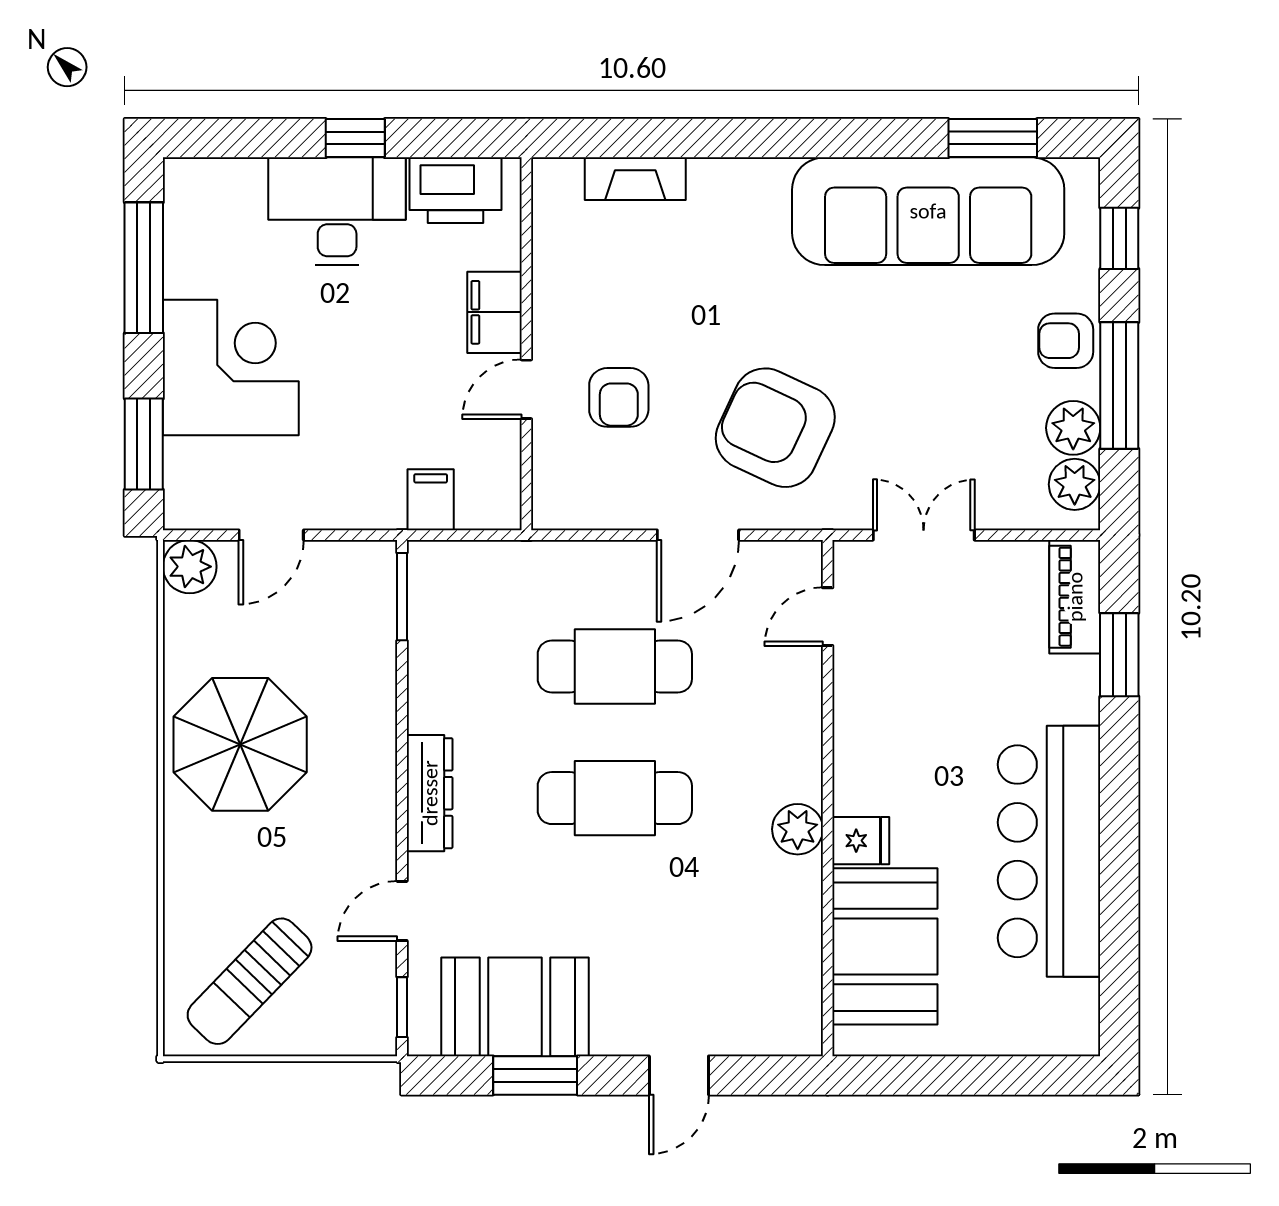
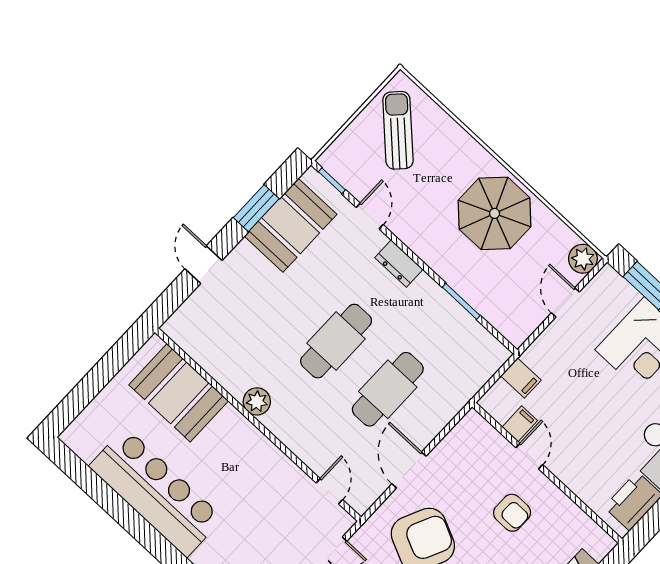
filing cabinet: (494, 312) -> (520, 424), moved, width x0.50
armchair: (619, 397) -> (512, 513), moved, turned 180
window: (402, 597) -> (461, 301), moved
dresser: (430, 793) -> (399, 264), width x0.70
fridge: (861, 841) -> (229, 422), removed

